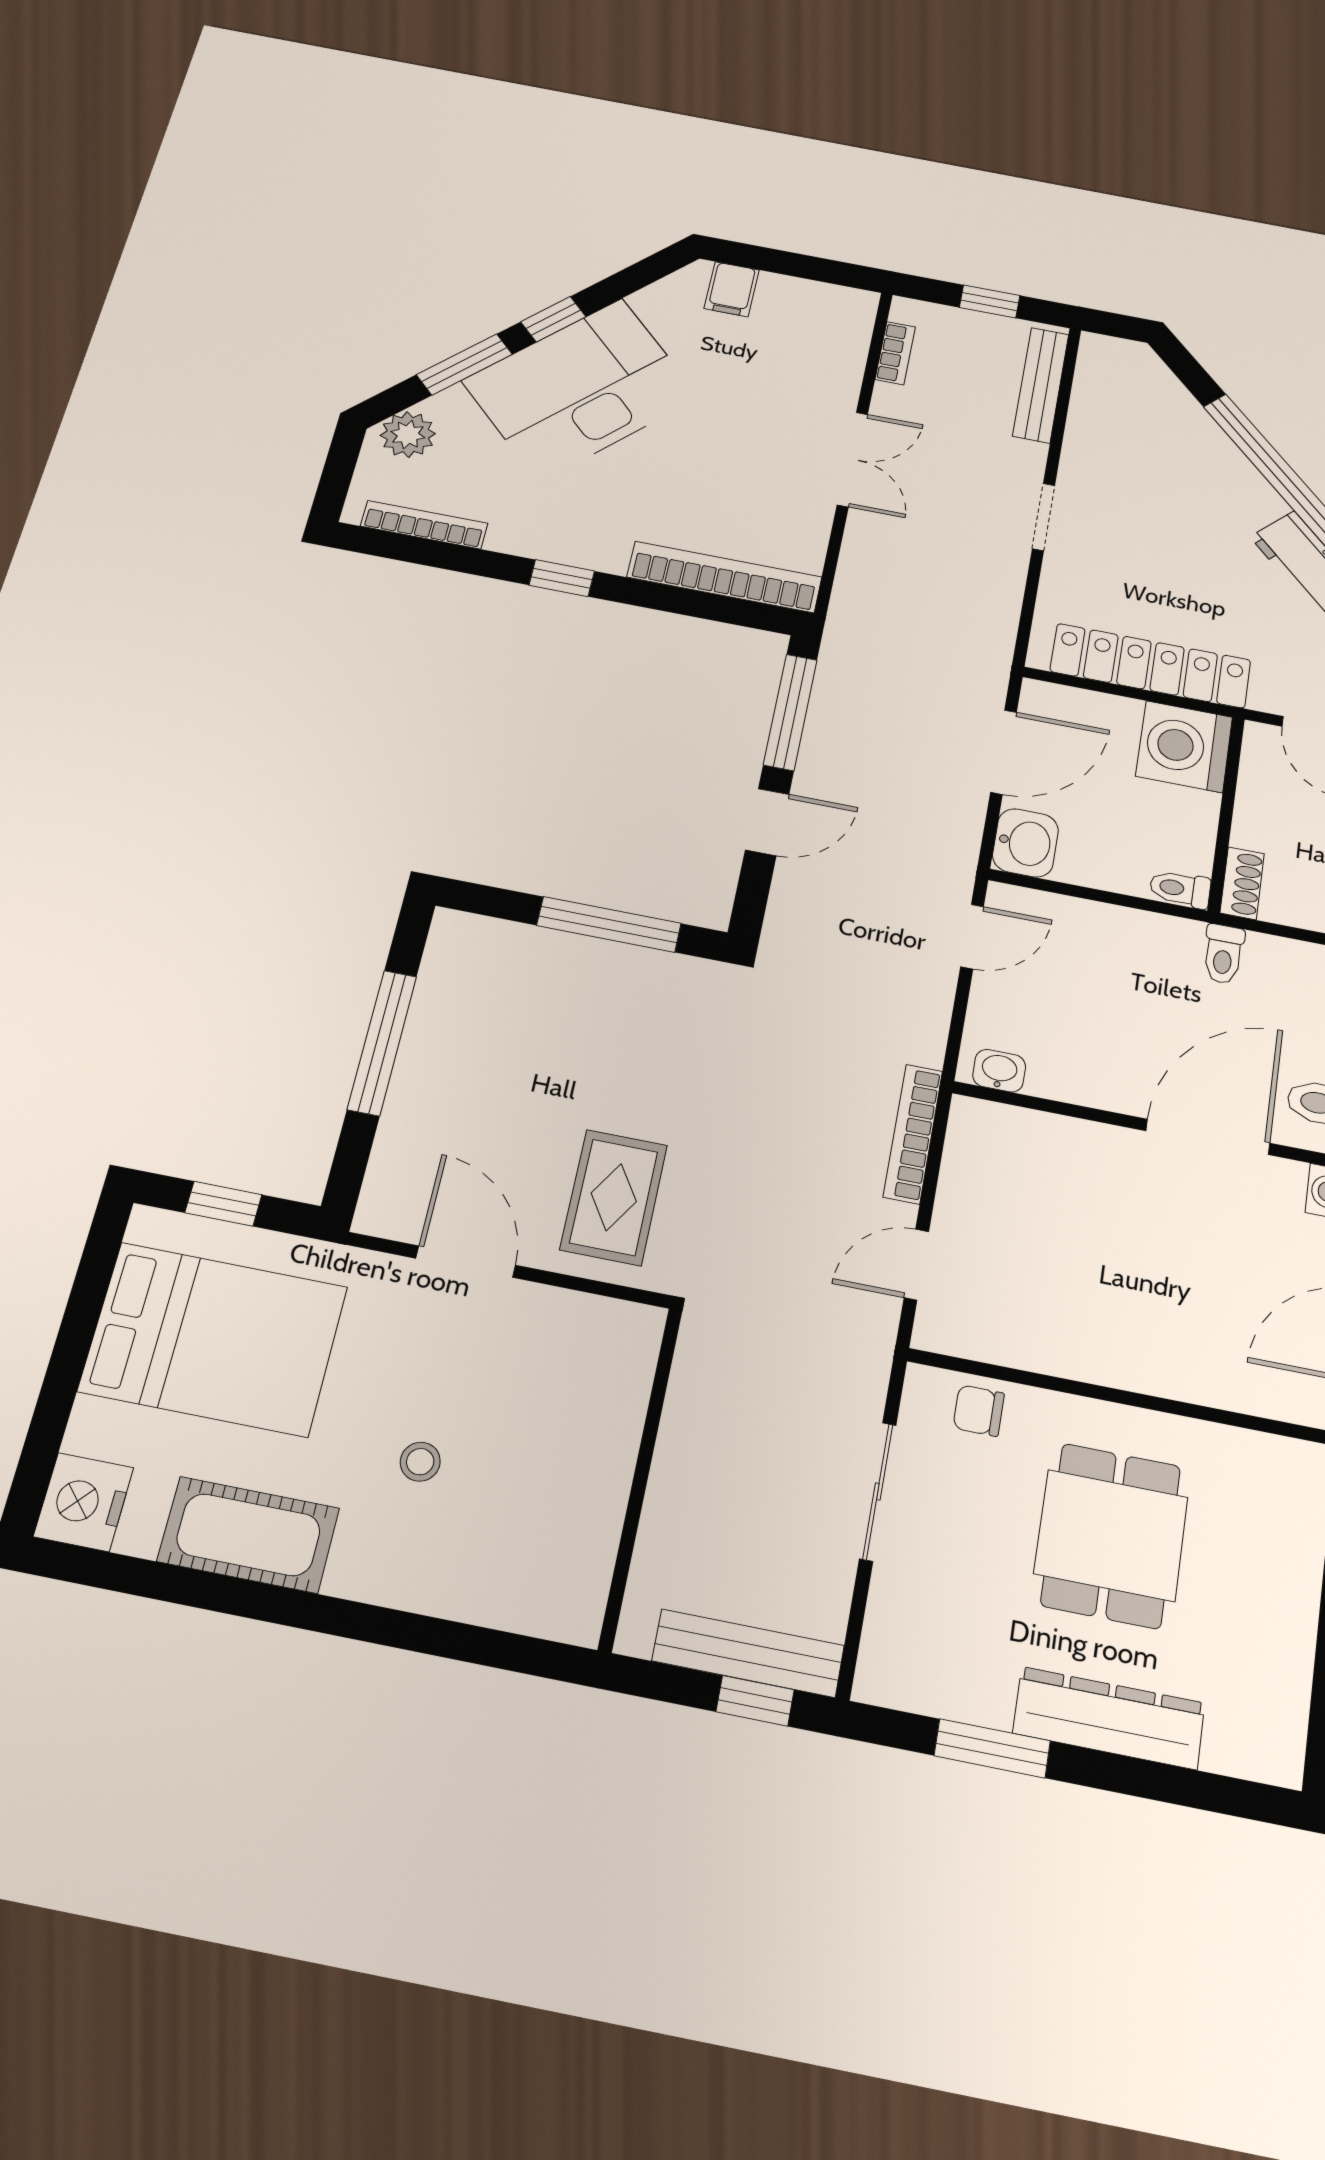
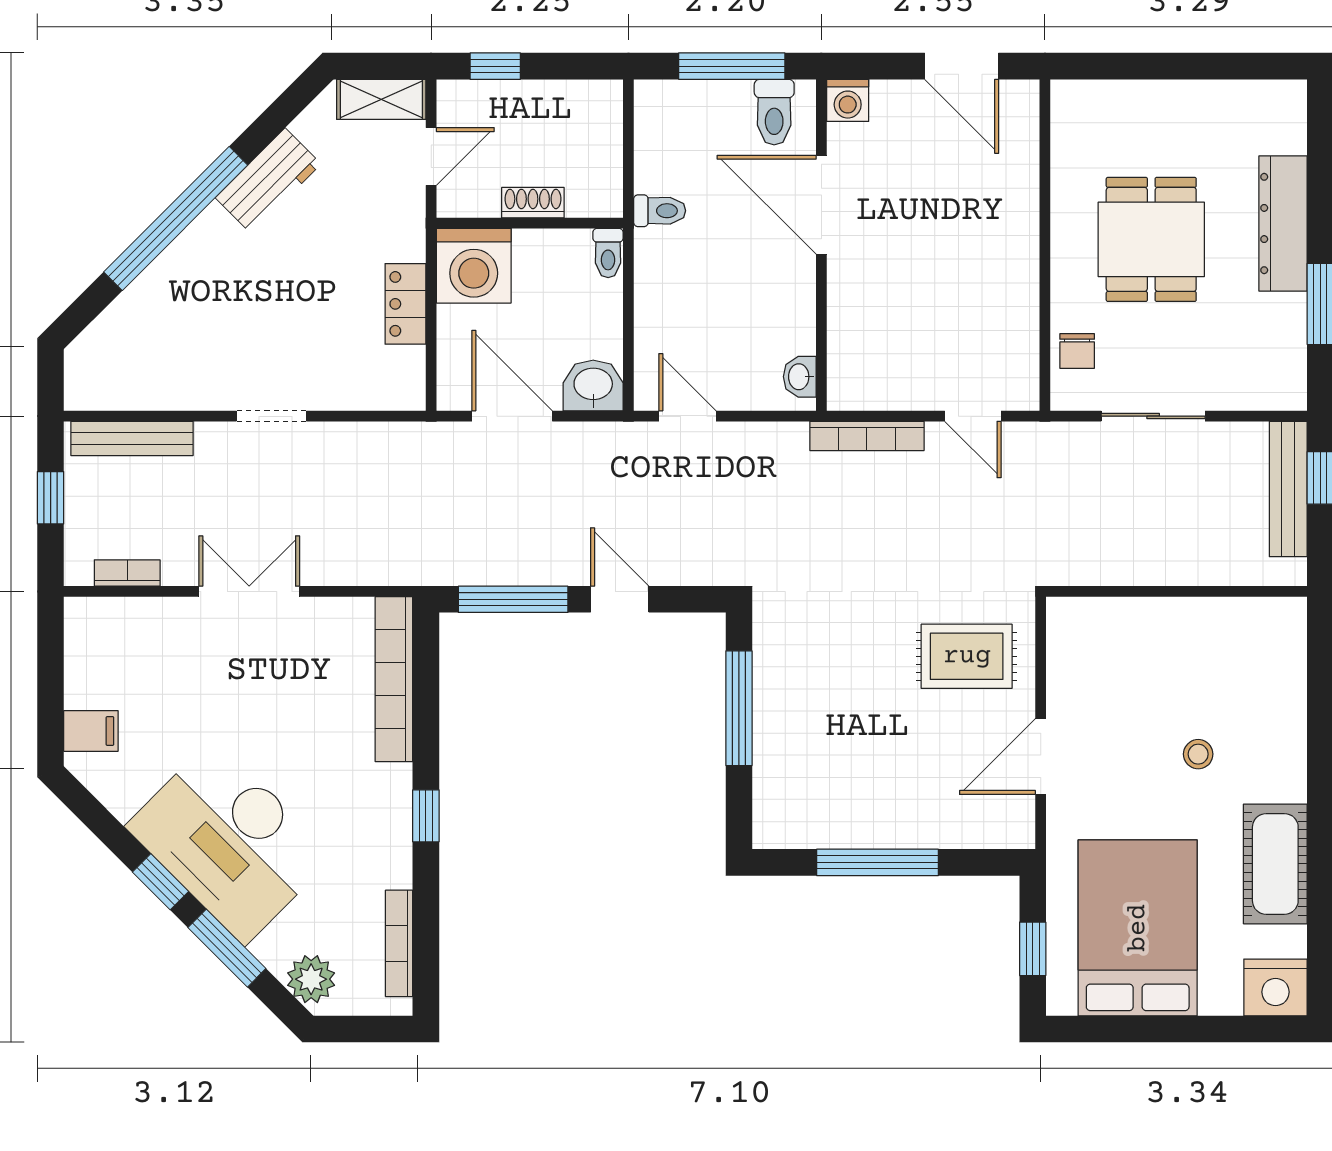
locker: (1150, 666) -> (405, 304), width x0.46, depth x0.83
shoe rack: (1242, 883) -> (533, 203), moved
dining table: (1111, 1535) -> (1151, 239), turned 90

